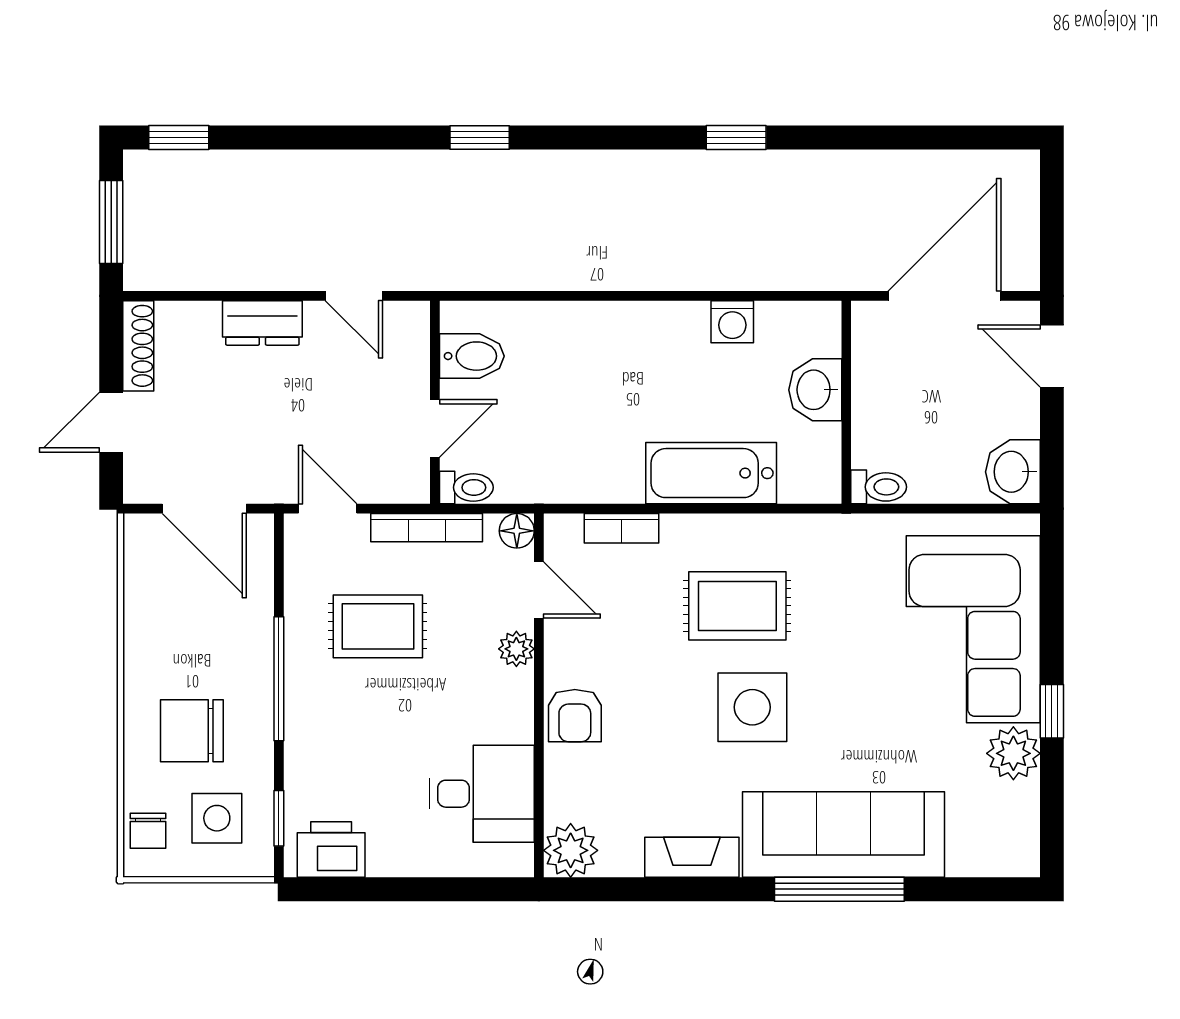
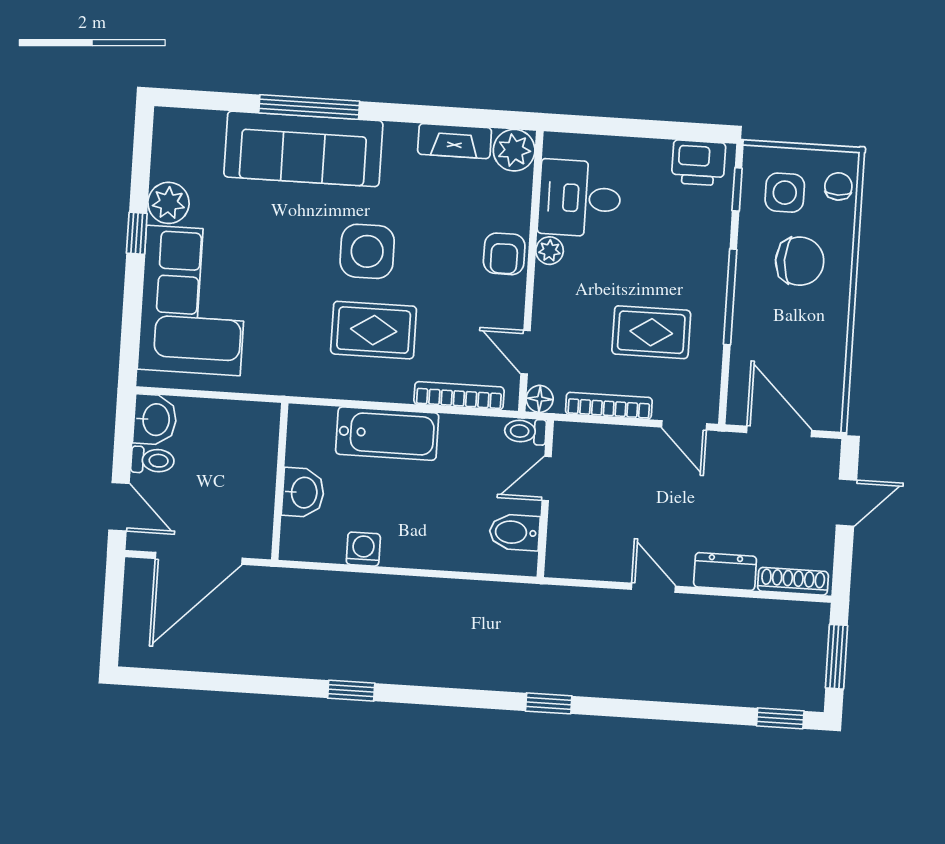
shoe rack: (138, 346) -> (793, 581), moved, turned 90
bidet: (472, 356) -> (515, 532), moved
wall: (435, 402) -> (545, 499), moved
door: (435, 428) -> (547, 478), moved
toilet: (466, 487) -> (525, 431), moved
toilet: (879, 487) -> (153, 460), moved, turned 180
bookcase: (621, 528) -> (459, 396), width x1.56
plant: (516, 649) -> (550, 251), moved
armchair: (575, 716) -> (504, 254), turned 180
fireplace: (692, 857) -> (455, 141), moved

